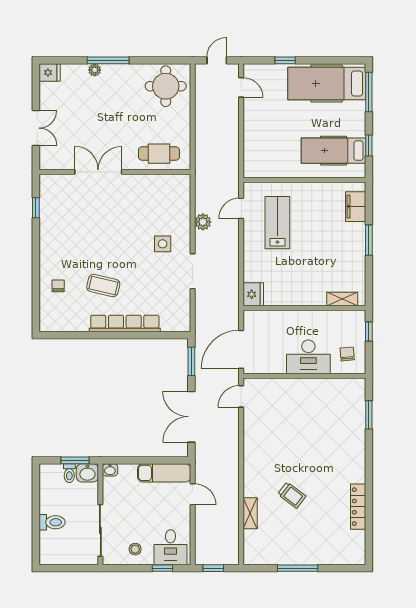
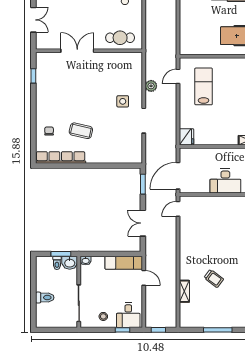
row of seats: (125, 323) -> (61, 157), moved
double door: (191, 417) -> (143, 223), width x0.73

